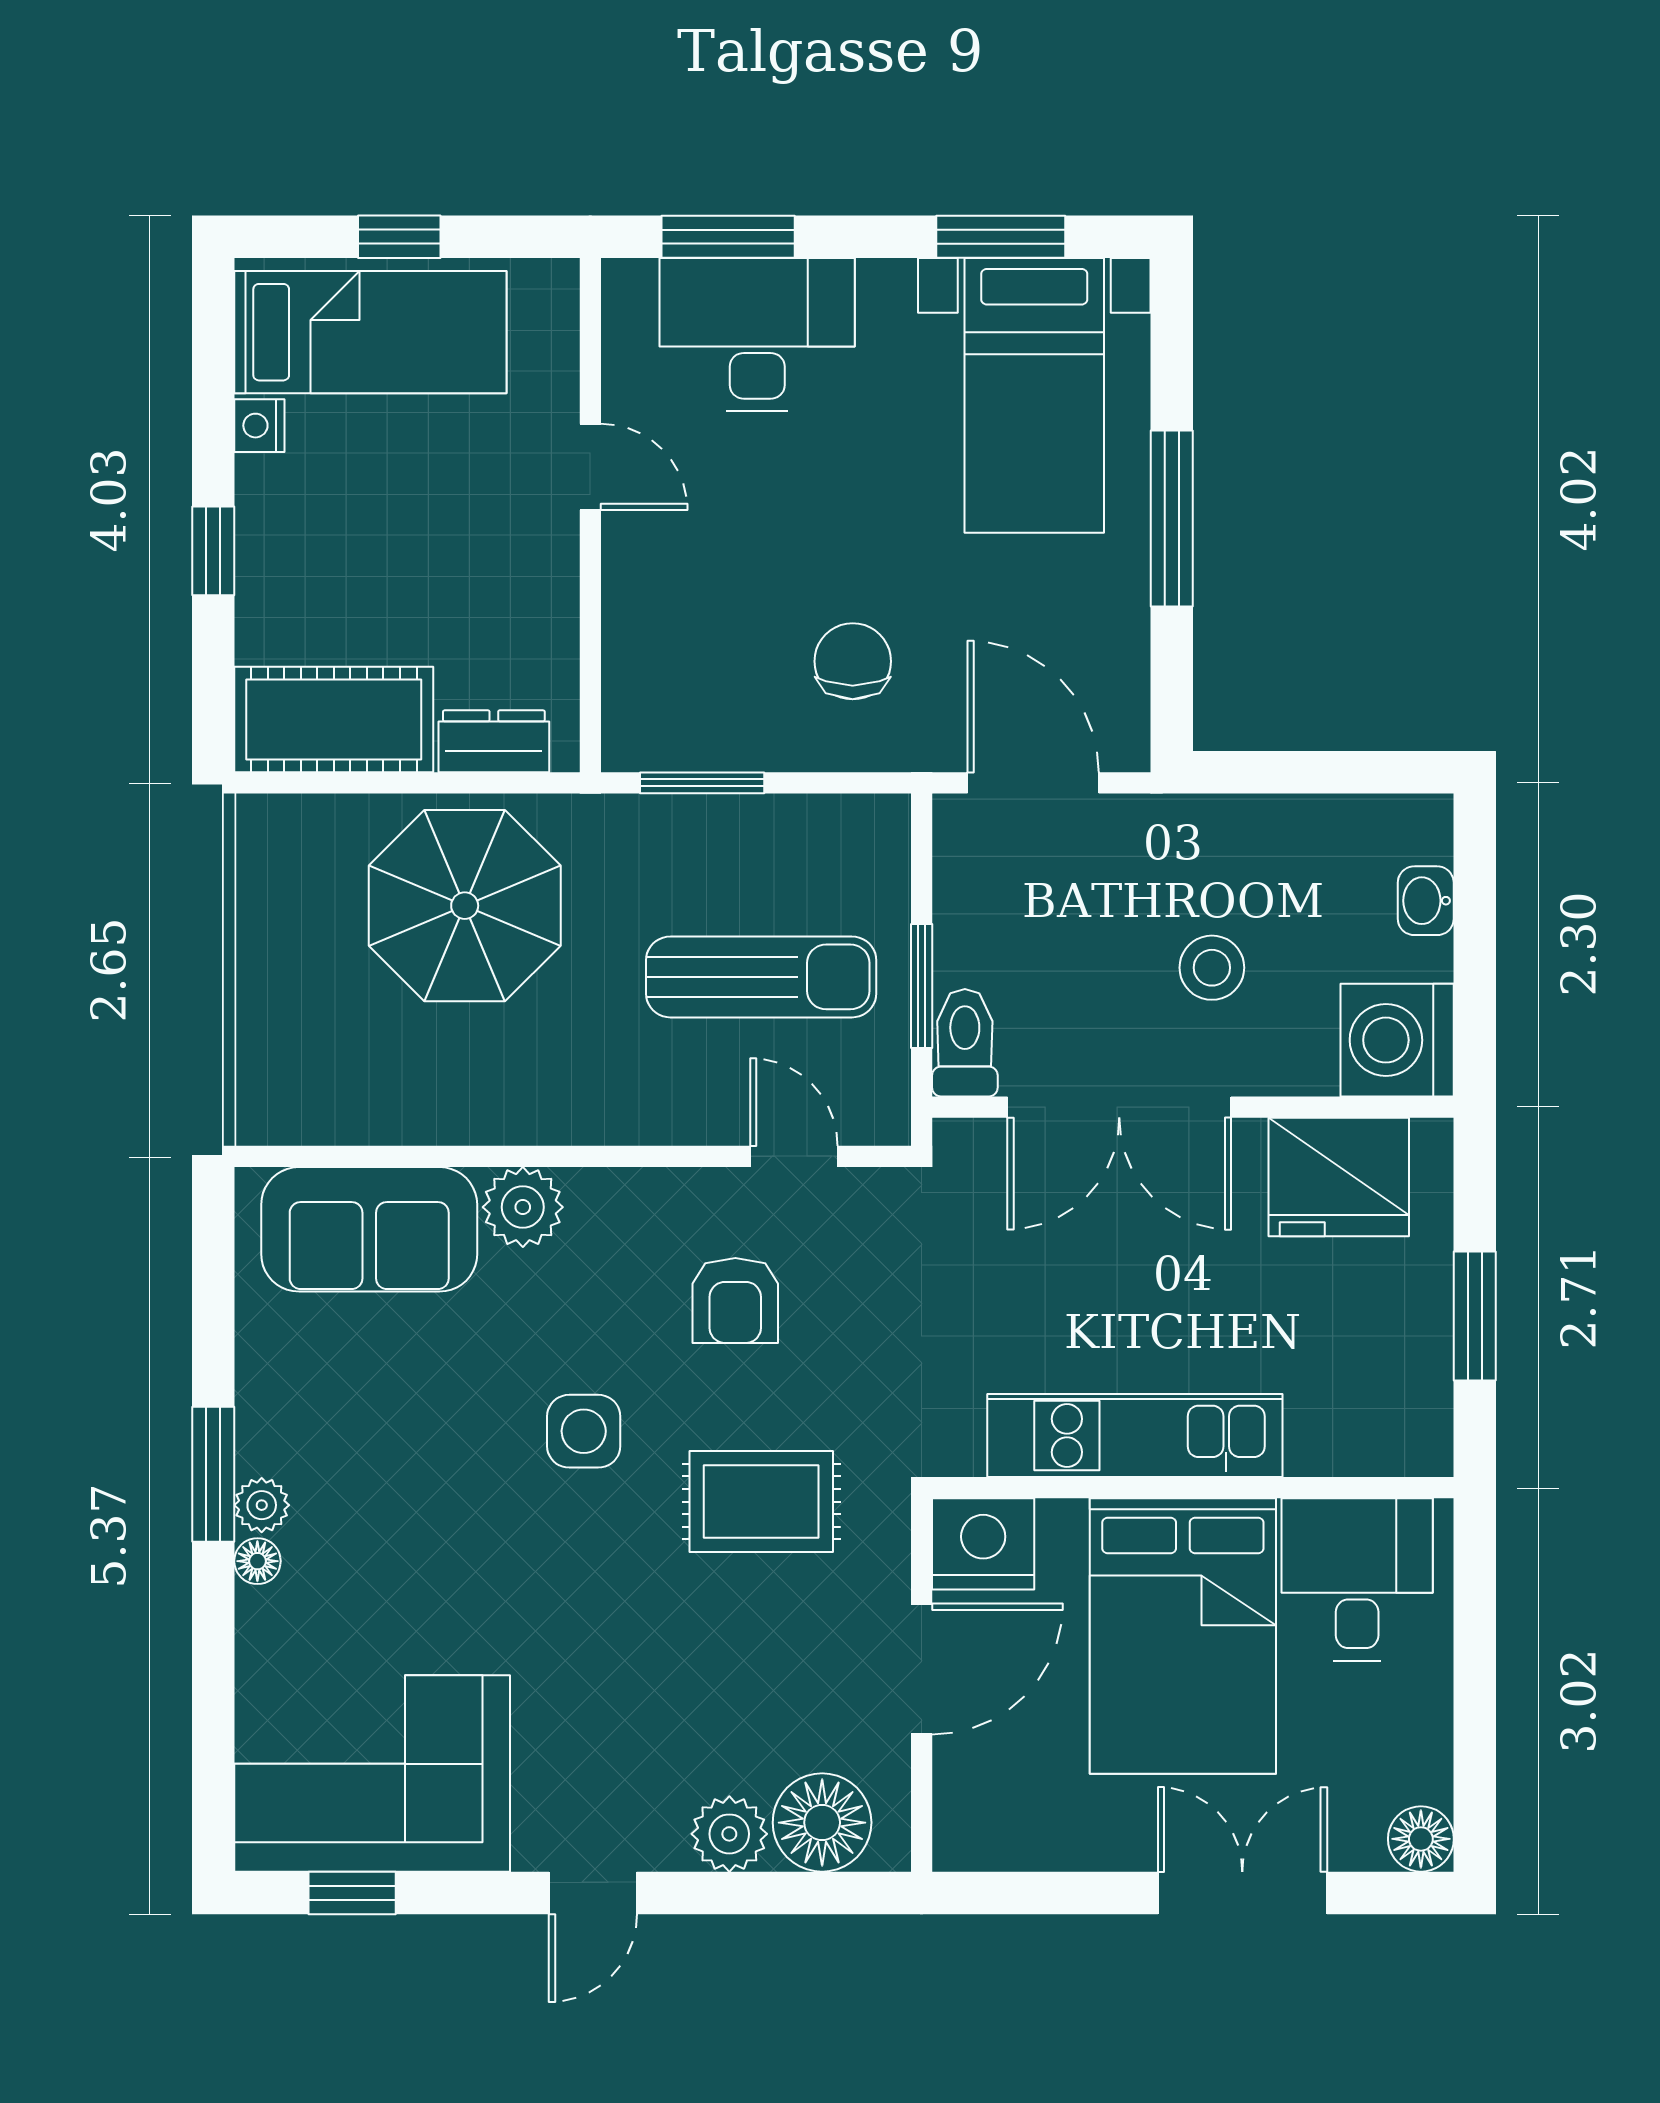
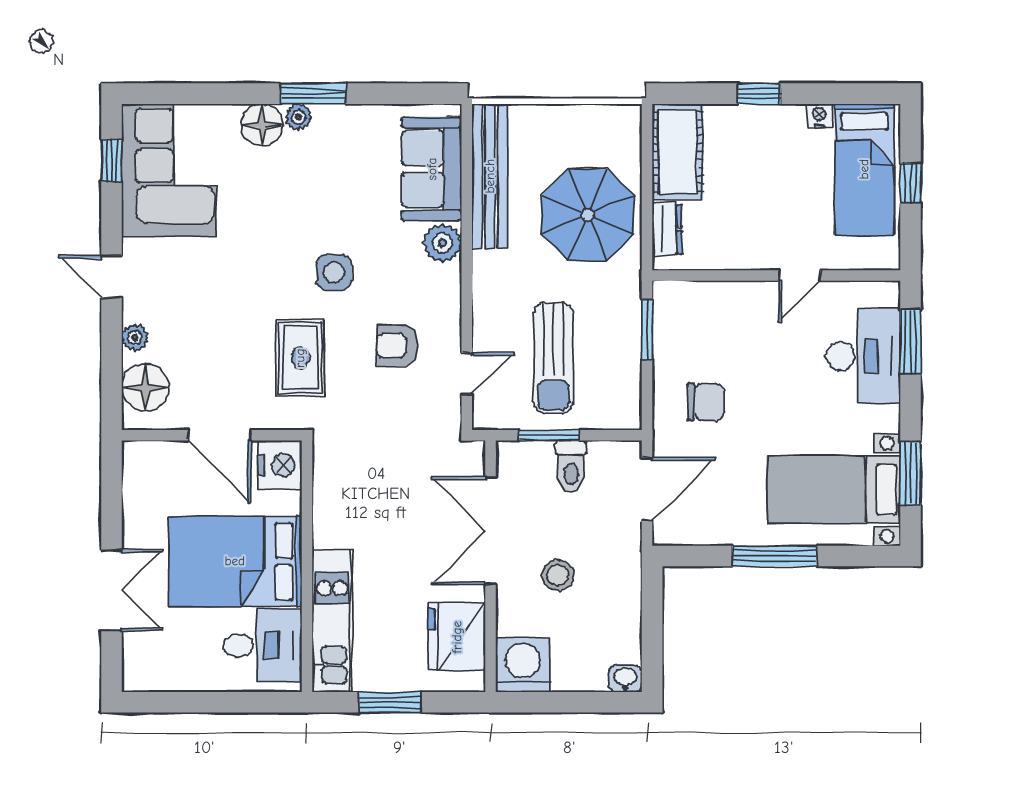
washbasin: (1426, 901) -> (625, 679), moved
toilet: (965, 1043) -> (571, 466), moved, turned 90
bench: (384, 1109) -> (490, 176), added
kitchen unit: (1135, 1436) -> (332, 621), moved
floor lamp: (257, 1561) -> (262, 125), width x1.89, depth x1.89
plant: (729, 1834) -> (135, 338), width x0.73, depth x0.73
floor lamp: (1421, 1839) -> (137, 676), removed

